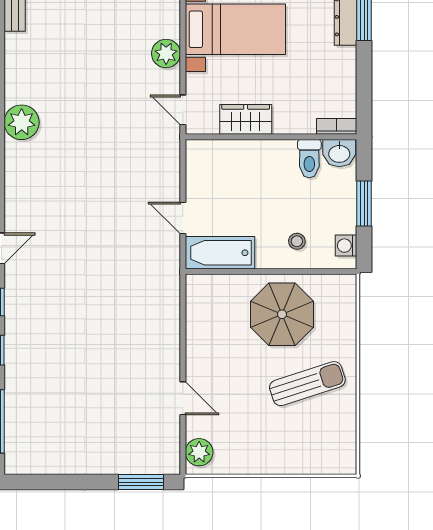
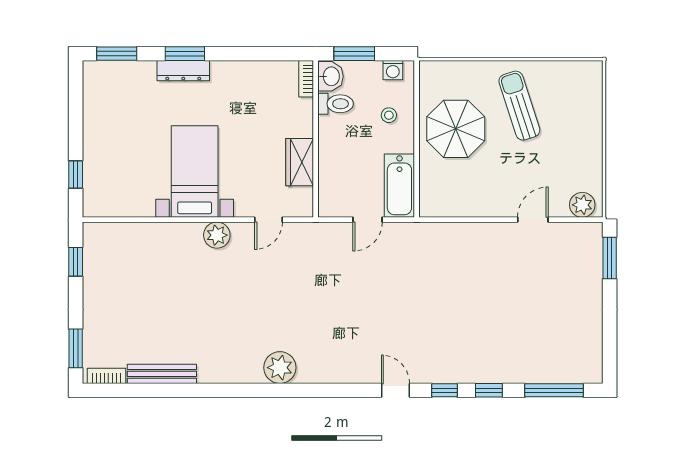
wardrobe: (246, 119) -> (300, 162), moved
bookcase: (337, 126) -> (306, 79), moved
wall: (271, 137) -> (316, 139), moved
washbasin: (339, 153) -> (331, 76), moved
toilet: (309, 159) -> (336, 104), moved

